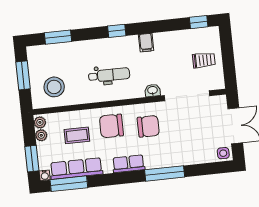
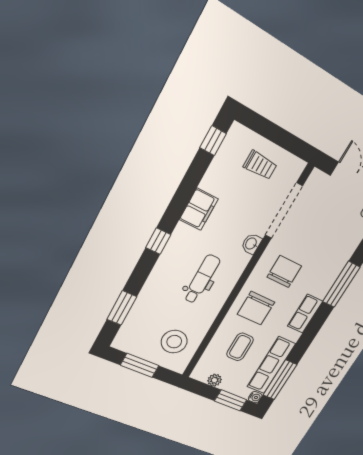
filing cabinet: (146, 43) -> (199, 209), width x2.00
trolley: (204, 60) -> (260, 165), turned 90
plant: (40, 122) -> (201, 375), removed

